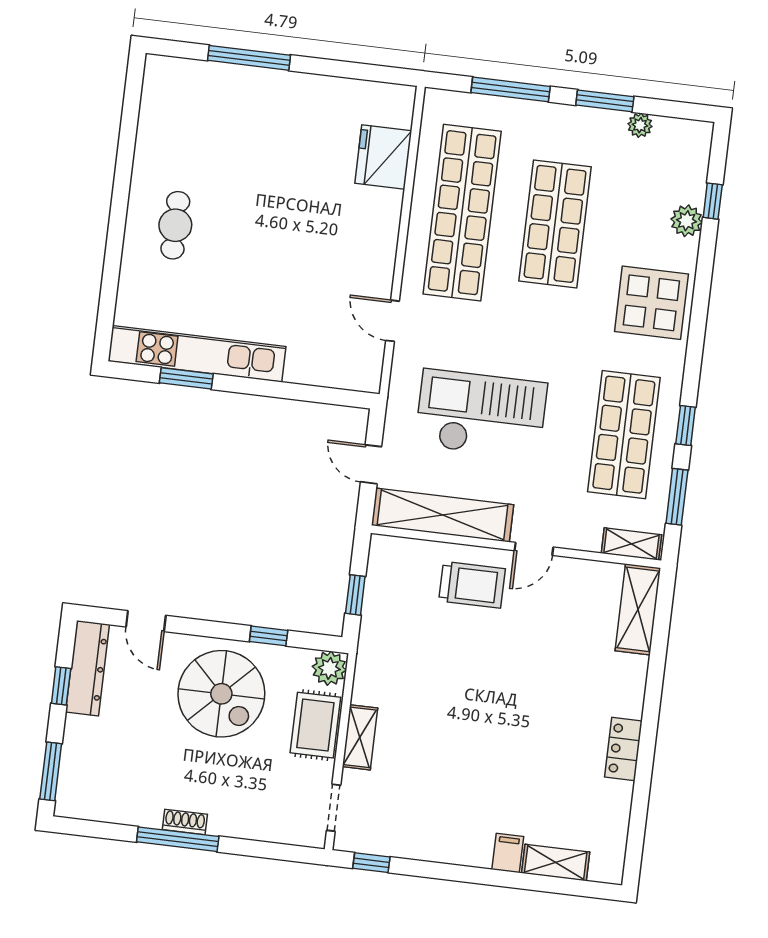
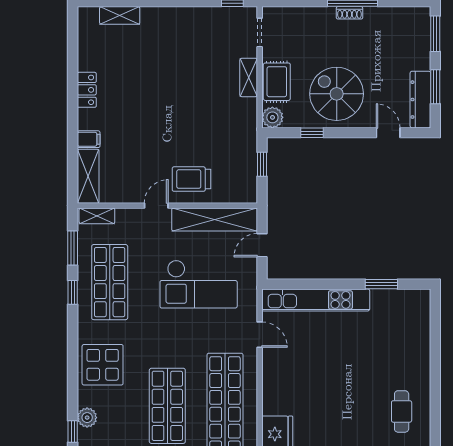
cafe table: (175, 225) -> (402, 411), moved
kitchen unit: (197, 354) -> (316, 300), moved
door: (371, 464) -> (262, 245), swing flipped
window: (61, 686) -> (435, 87), width x1.50
filing cabinet: (508, 853) -> (89, 139), moved, turned -90

